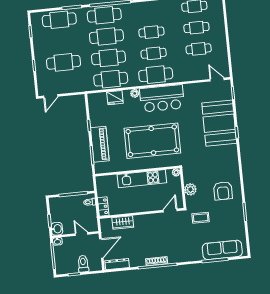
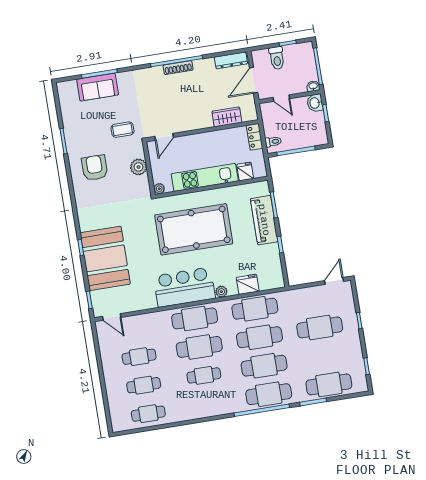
cafe table: (154, 53) -> (199, 347), width x1.37, depth x1.35
fridge: (112, 181) -> (245, 172), added
sofa: (222, 250) -> (98, 87), width x0.73

